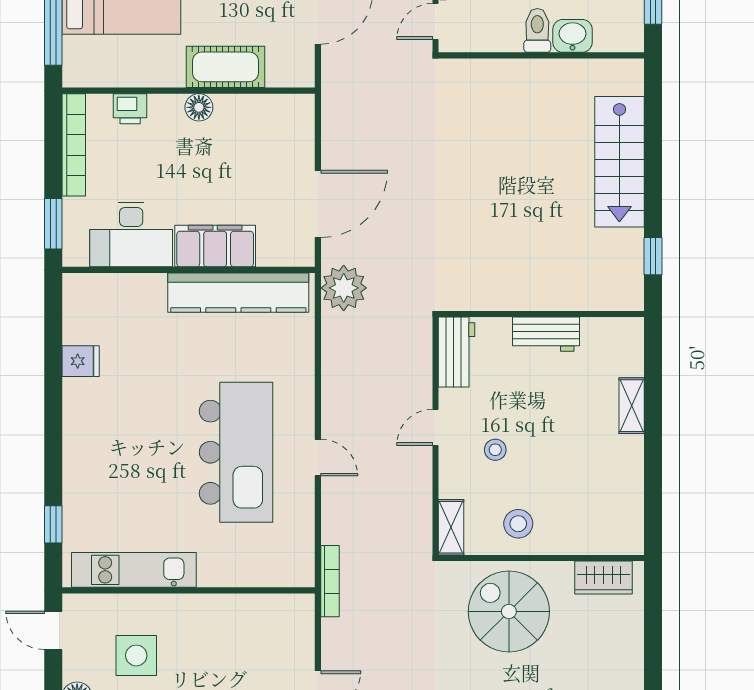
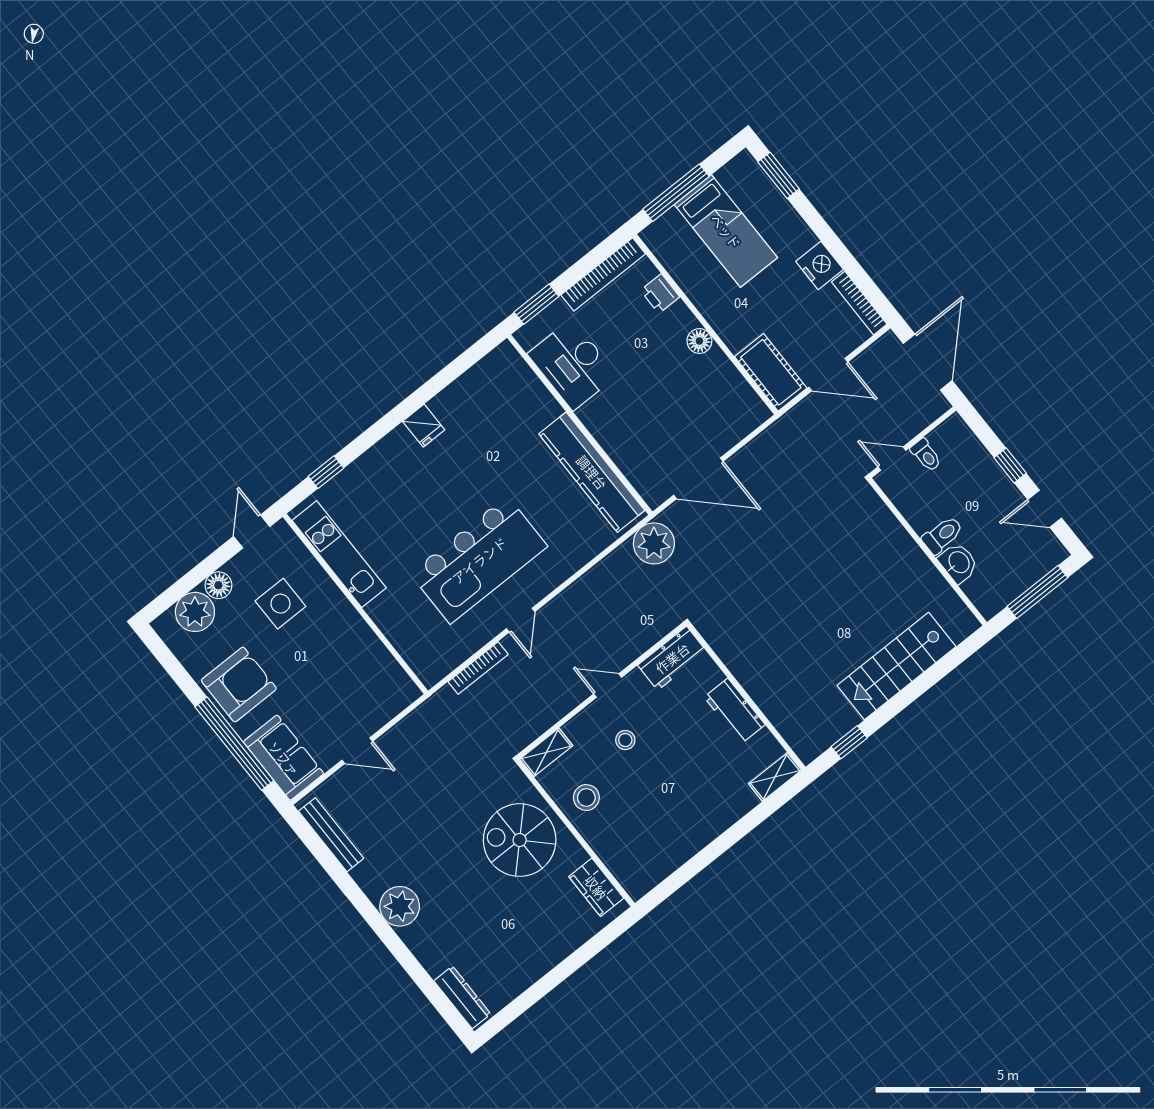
cot: (225, 67) -> (771, 372), moved
filing cabinet: (215, 246) -> (611, 430), removed
fridge: (81, 361) -> (424, 426), moved
shelving: (632, 406) -> (775, 777), moved
bookcase: (330, 581) -> (478, 668), moved
spiral stairs: (509, 612) -> (520, 840), turned -90

